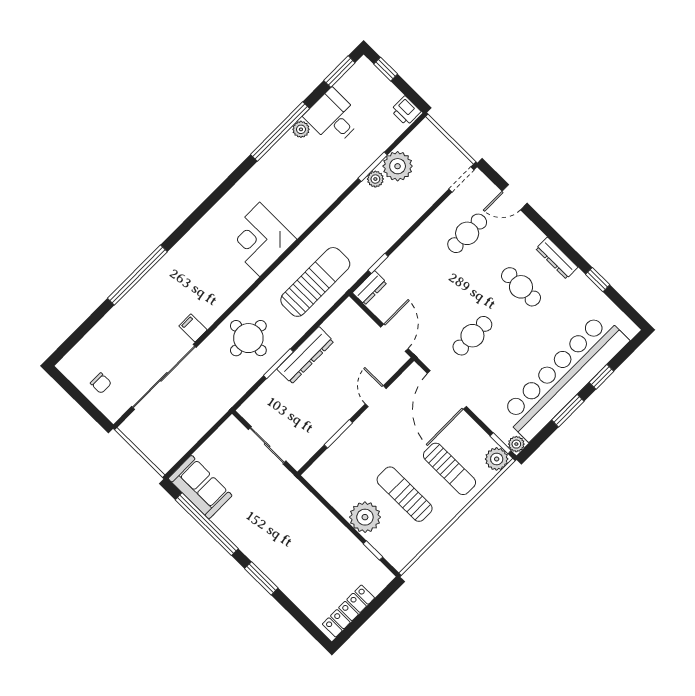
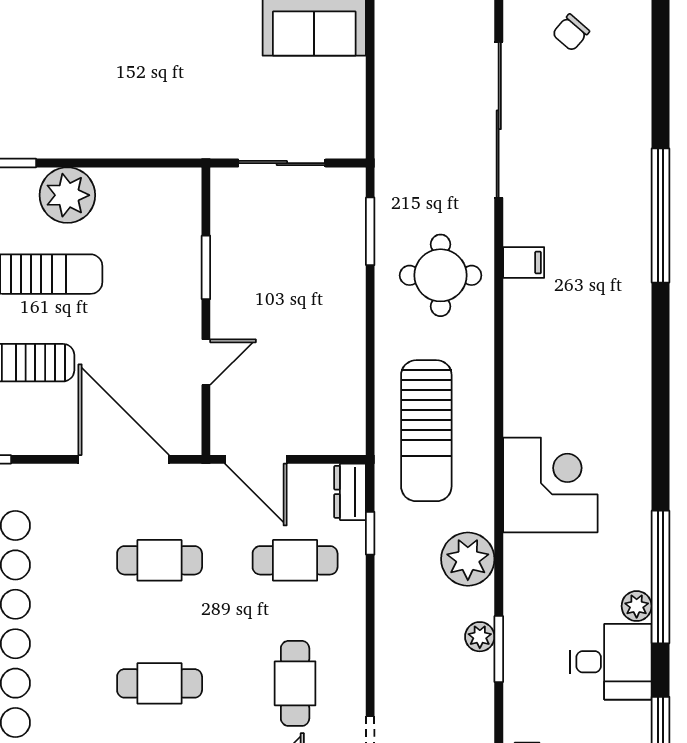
plant: (398, 166) -> (468, 559), moved
corner desk: (260, 239) -> (550, 485), moved
cafe table: (419, 282) -> (295, 560), added
filing cabinet: (193, 328) -> (524, 263), moved
cafe table: (472, 336) -> (160, 560), turned 90
dresser: (305, 355) -> (347, 325), removed
window: (278, 364) -> (370, 231), moved
chair: (101, 383) -> (571, 33), turned -49
door: (376, 396) -> (206, 362), hinge flipped

